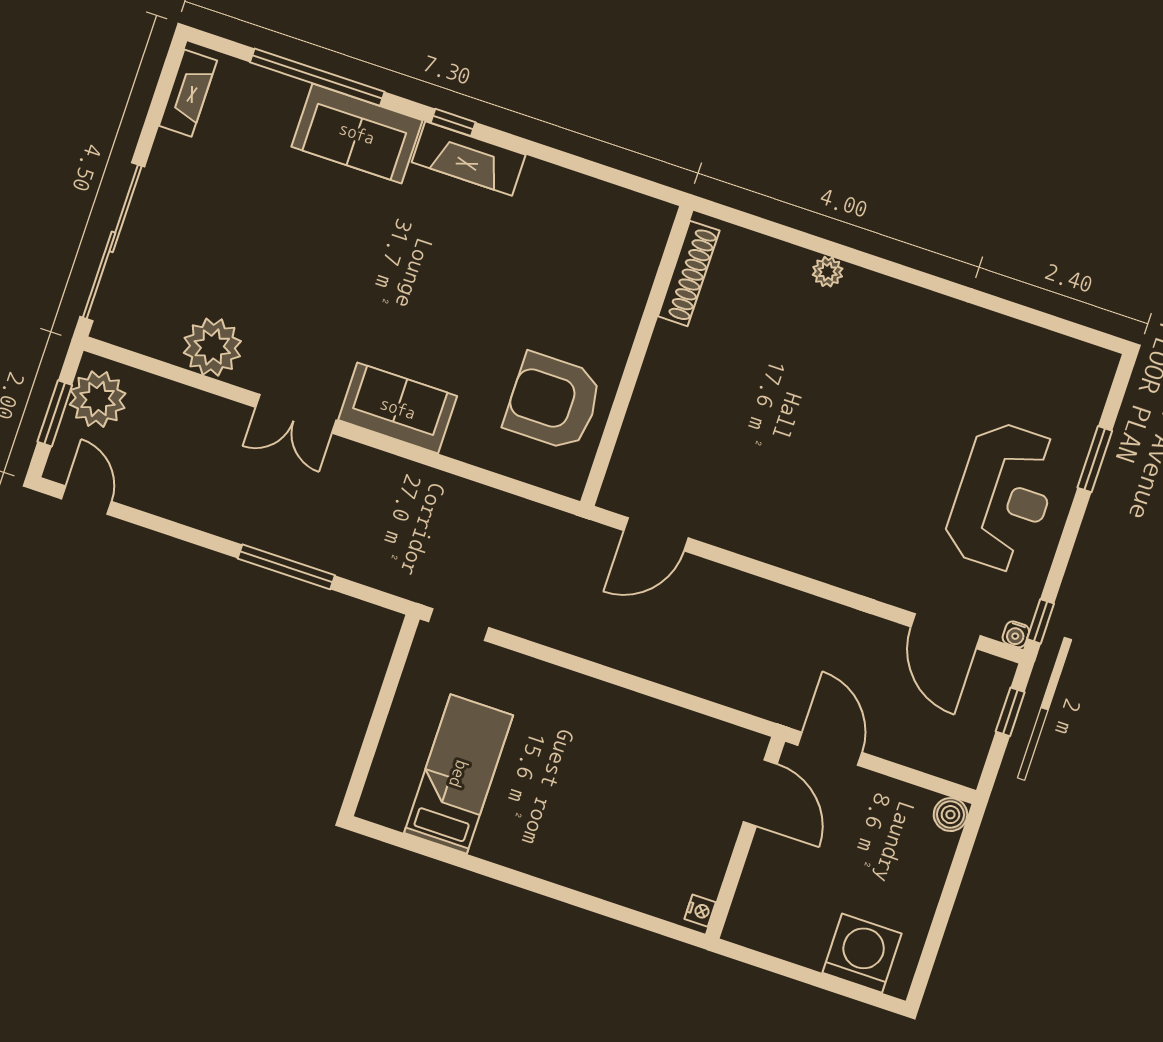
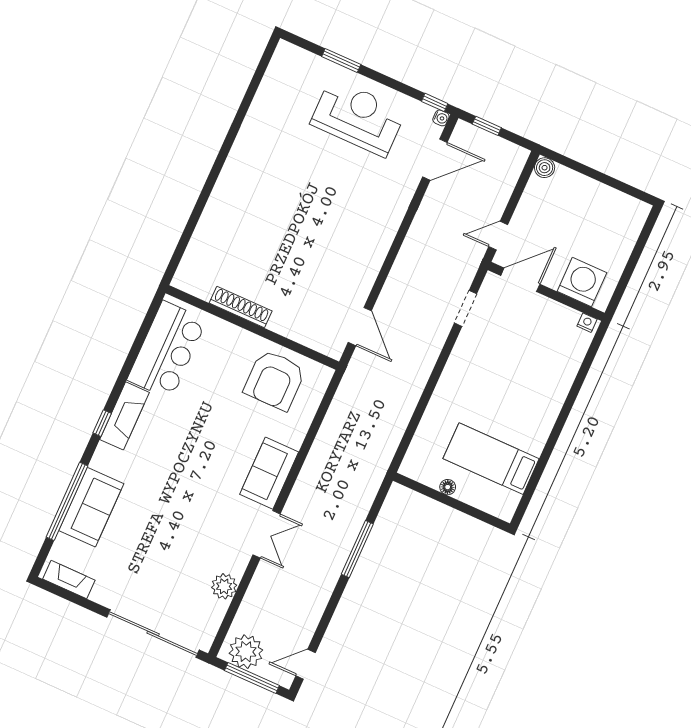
sofa: (357, 133) -> (91, 507), moved
bar counter: (585, 218) -> (167, 350), added
plant: (828, 272) -> (213, 209), removed
shoe rack: (689, 273) -> (241, 307), moved
plant: (212, 347) -> (224, 586), width x0.73, depth x0.73
window: (55, 413) -> (252, 678), width x1.44
doorway: (459, 625) -> (465, 308), moved
floor lamp: (404, 707) -> (448, 487), added
door: (830, 749) -> (498, 236), width x0.73
washing machine: (862, 953) -> (582, 282), moved, turned 90

